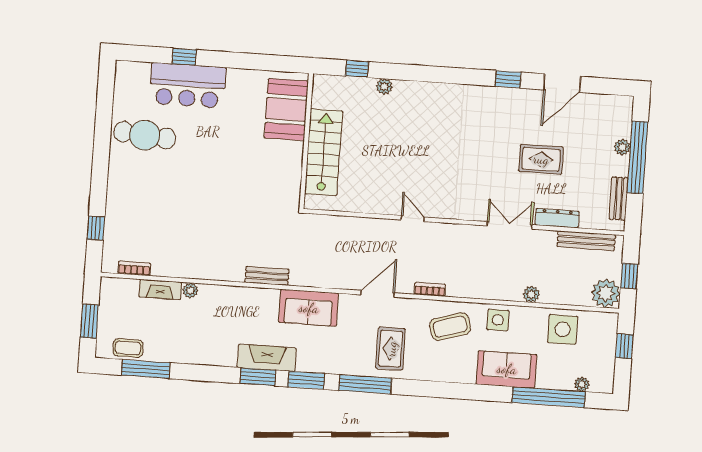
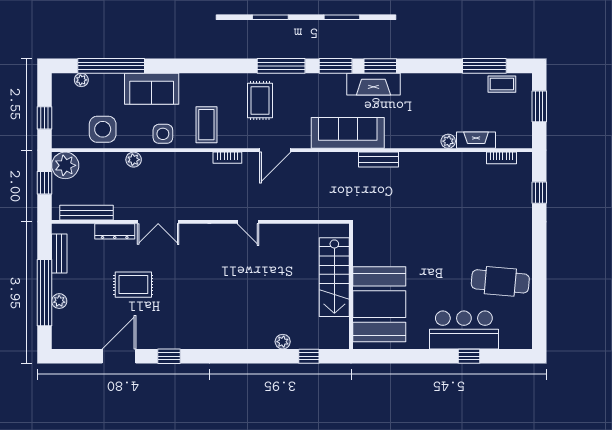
booth: (286, 109) -> (379, 304), width x1.36, depth x1.42
sofa: (309, 308) -> (348, 133), width x1.36
coffee table: (450, 327) -> (206, 125), turned -73

